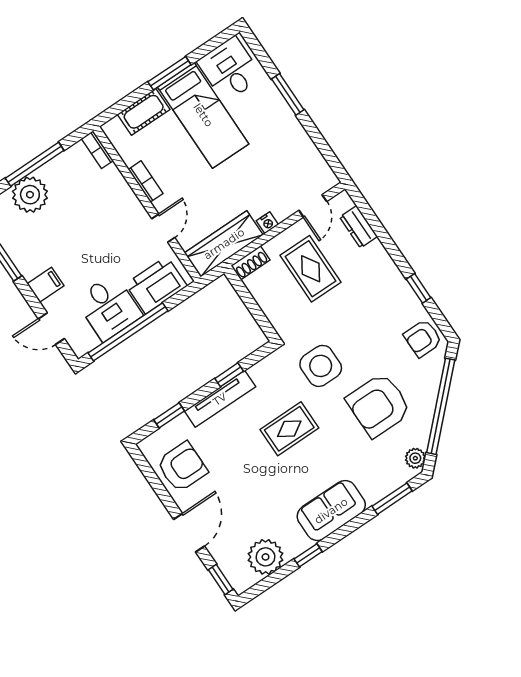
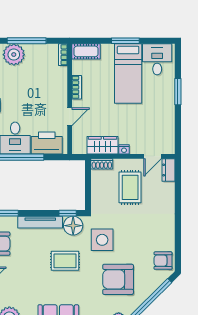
cot: (144, 112) -> (86, 51), moved
dresser: (359, 227) -> (169, 170), moved
wardrobe: (224, 244) -> (102, 145), width x0.67
window: (419, 288) -> (178, 234), removed
floor lamp: (268, 373) -> (73, 226), added
window: (229, 375) -> (68, 213), moved

